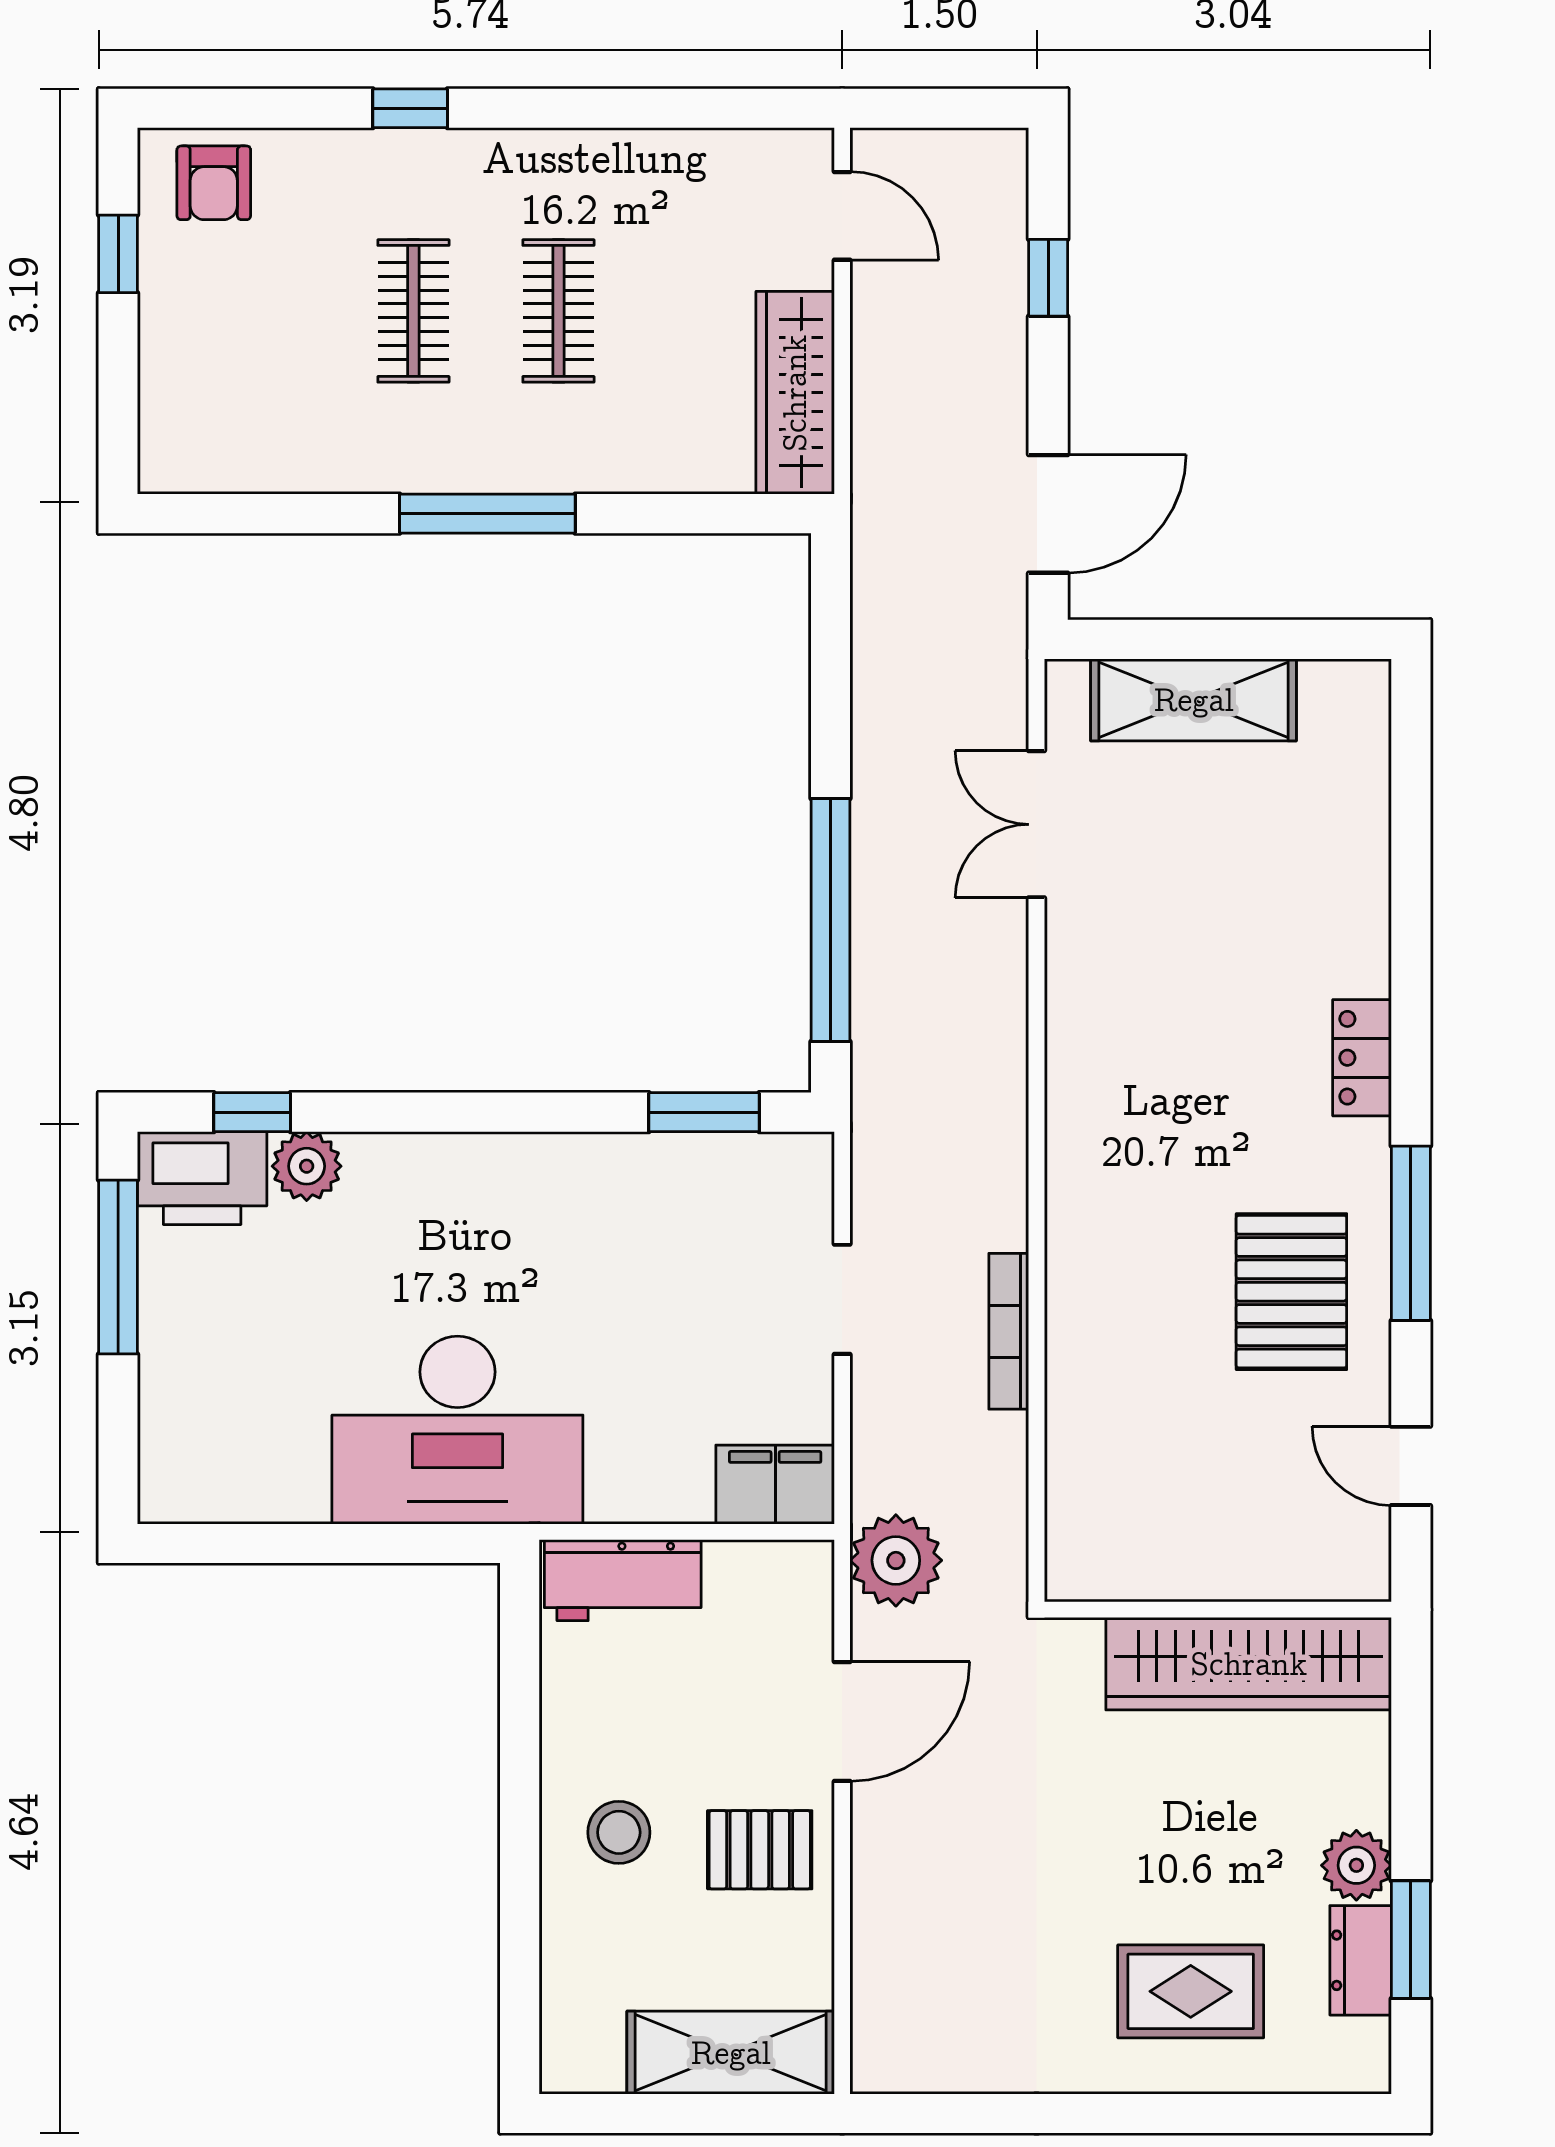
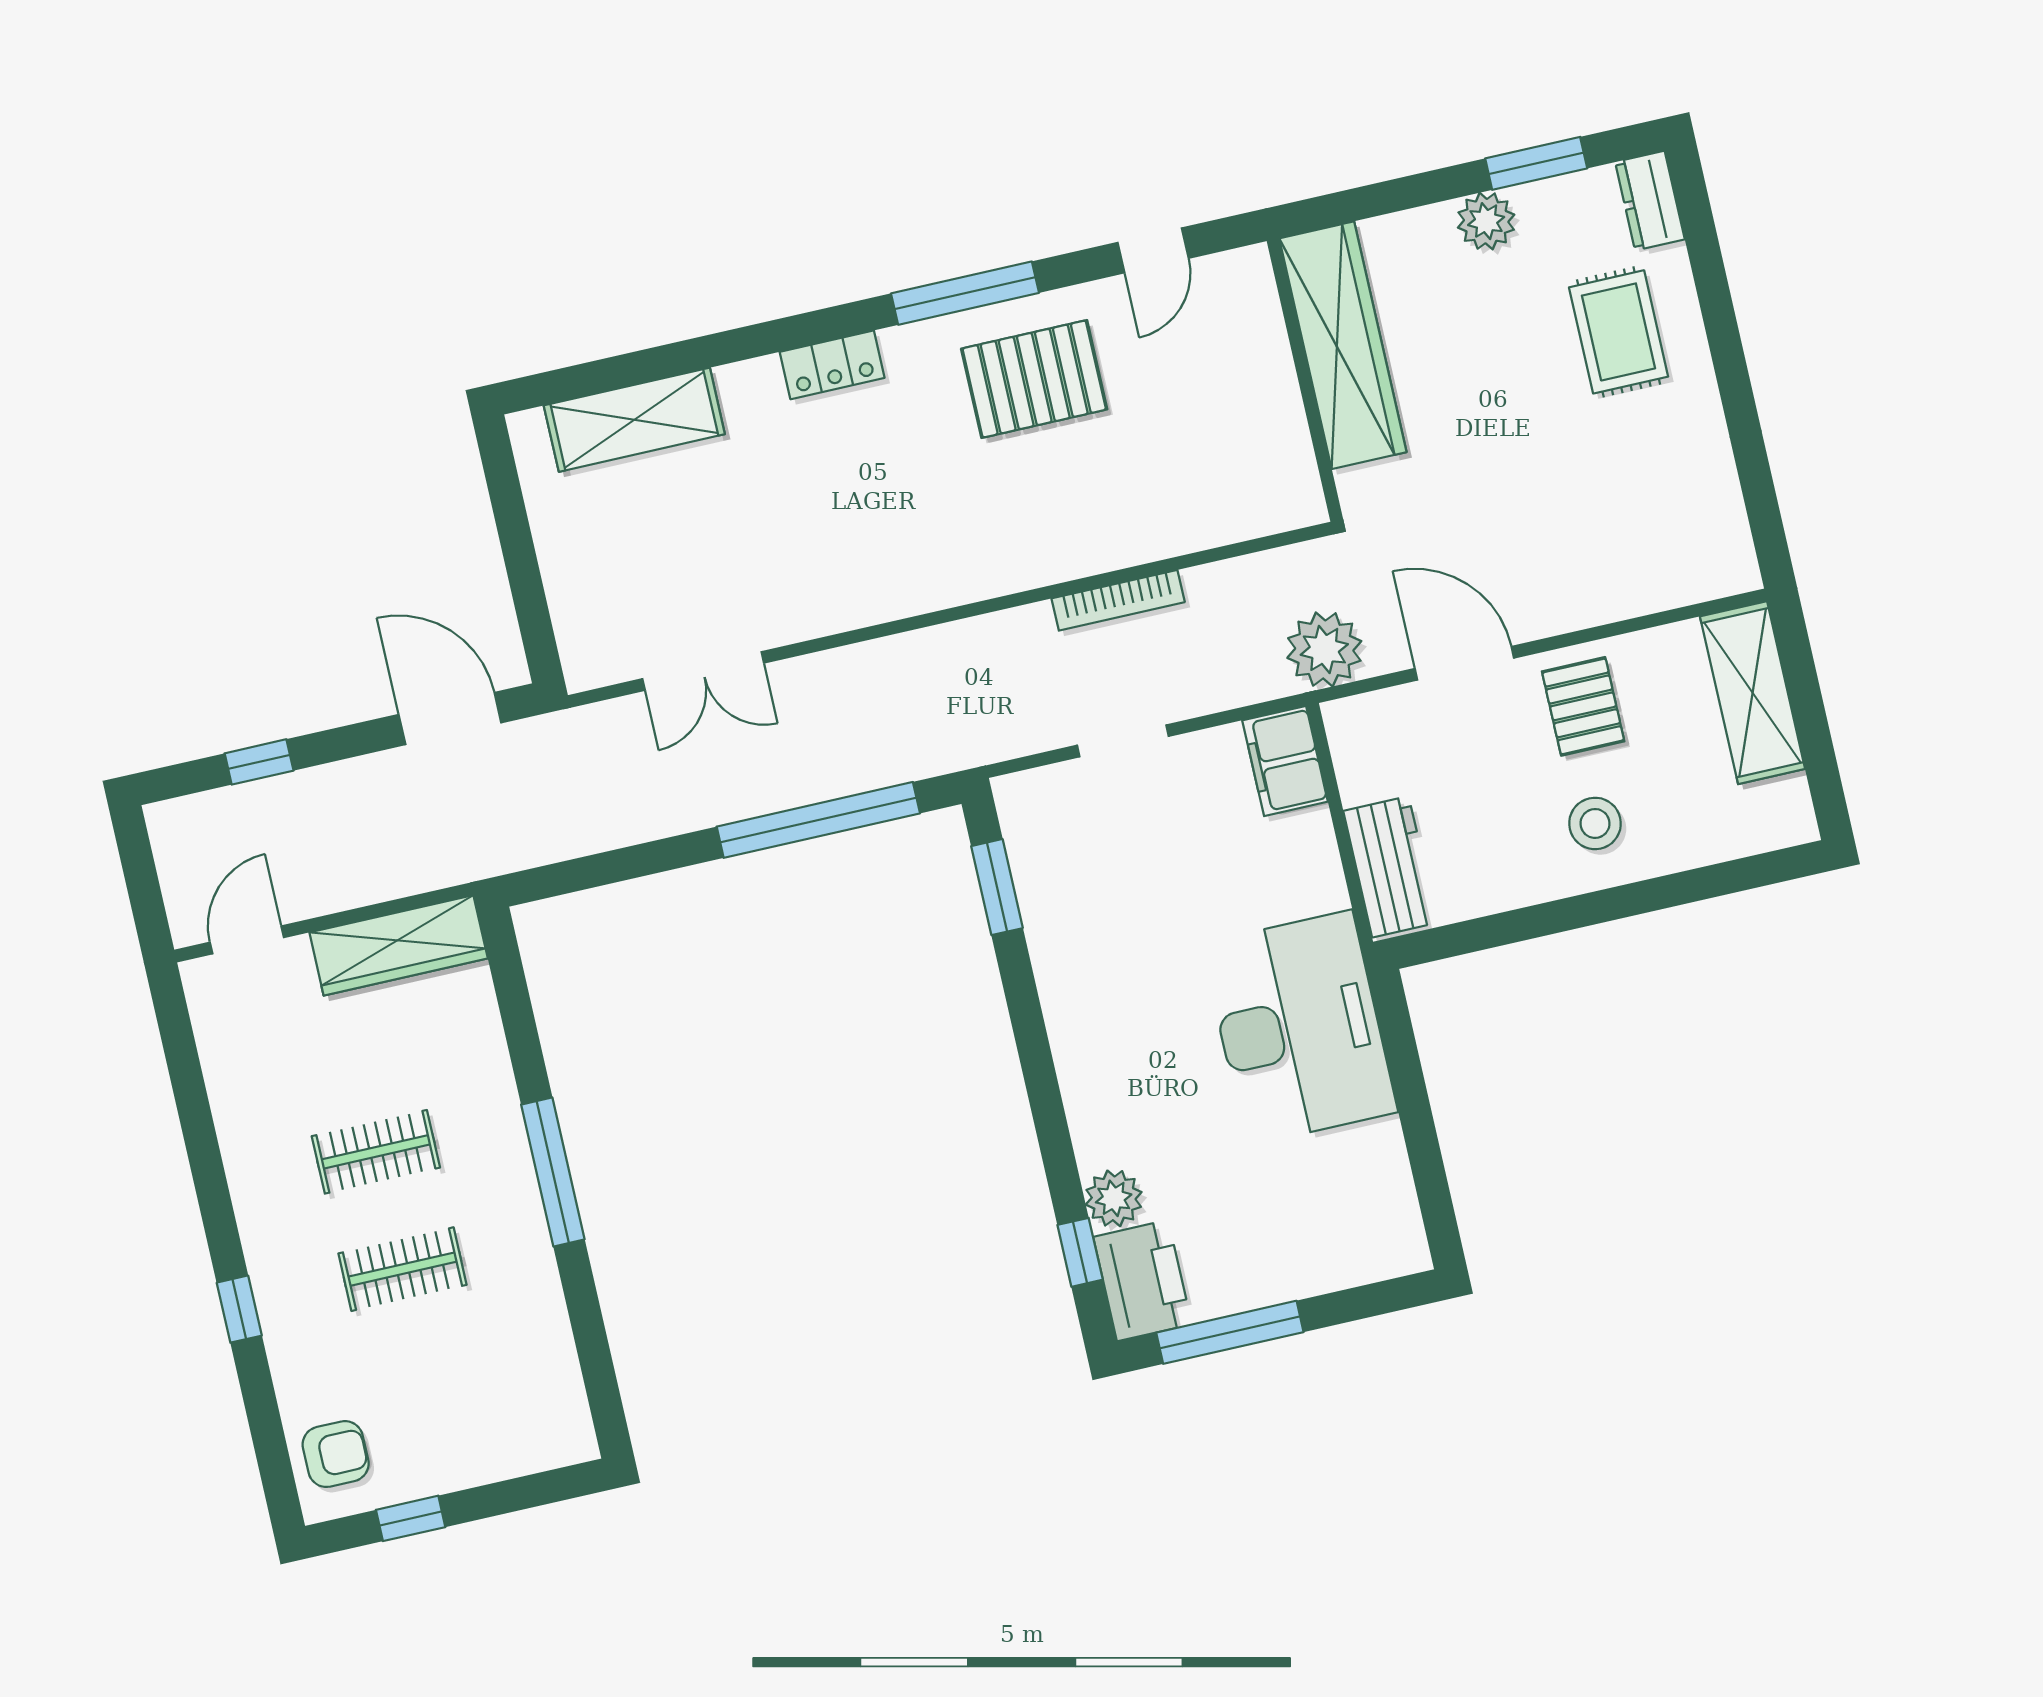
shelving: (1194, 700) -> (634, 420), moved, turned 90
dresser: (1361, 1960) -> (1650, 201), moved, turned 90

